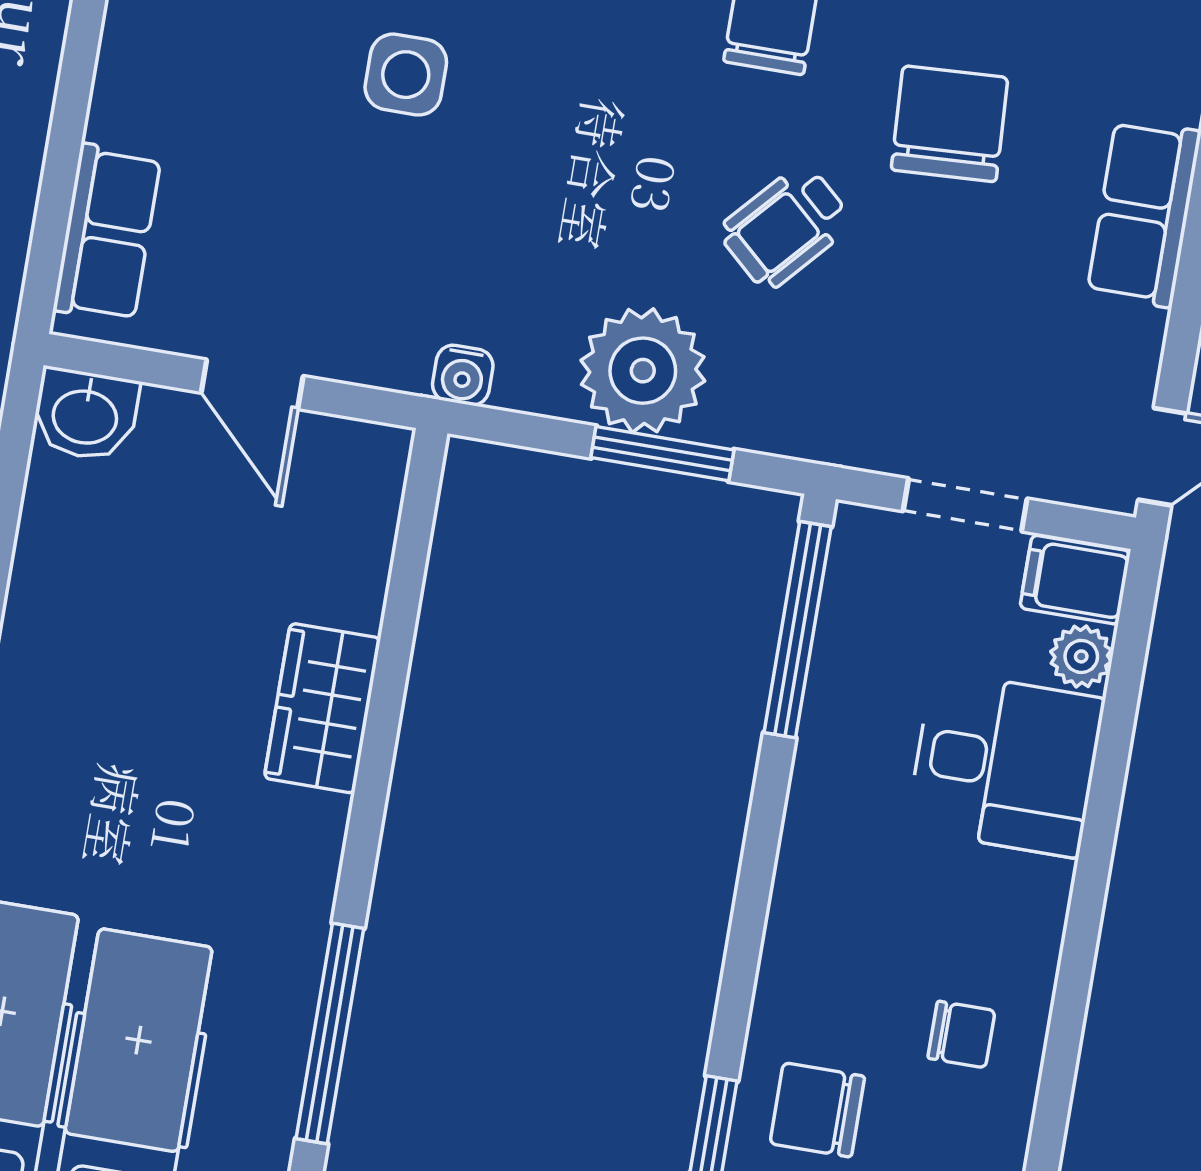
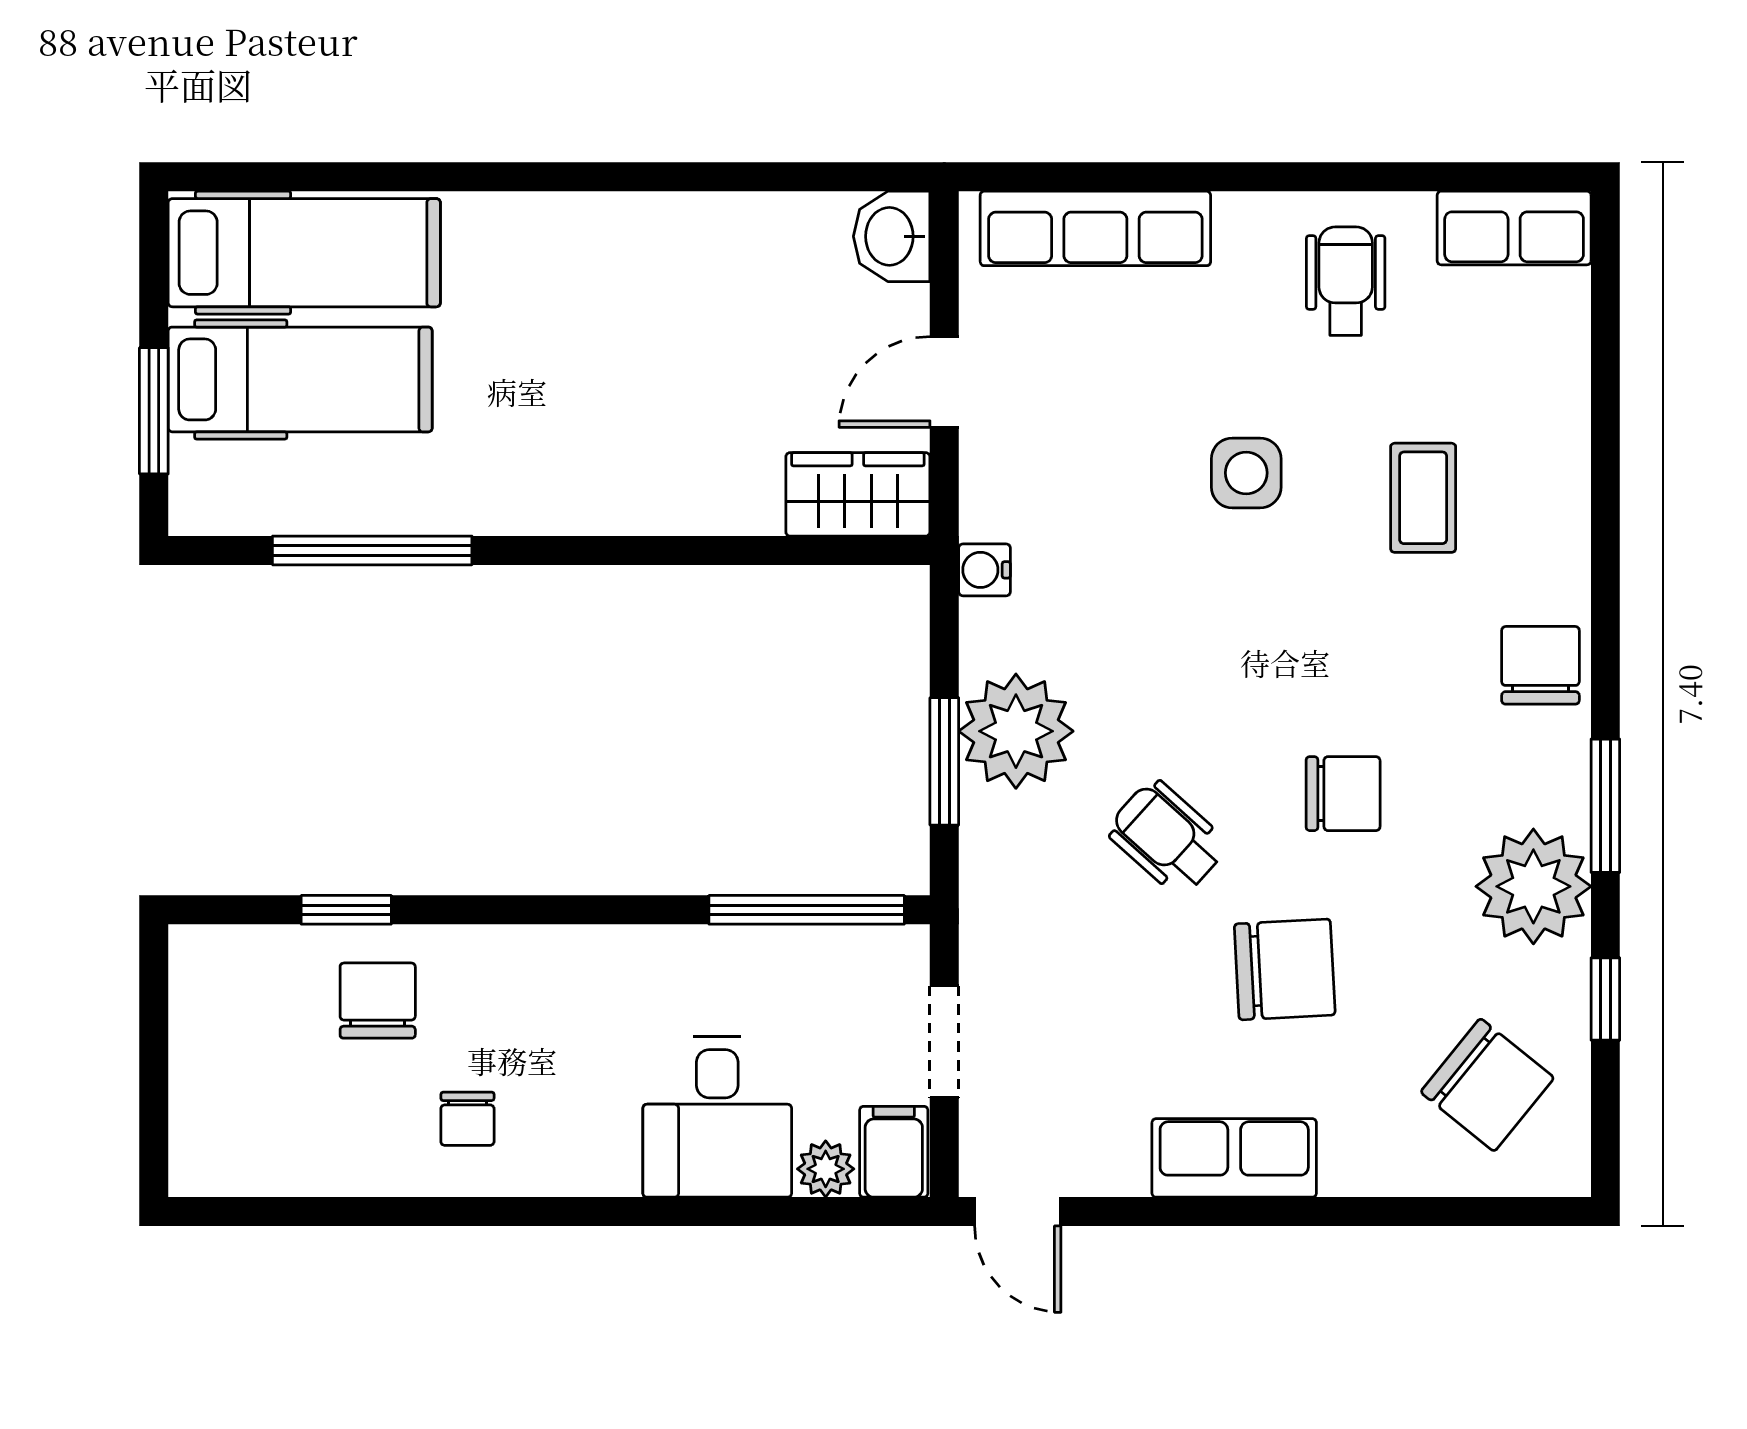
row of seats: (107, 233) -> (1095, 228), width x1.48
wardrobe: (322, 708) -> (858, 494), moved

